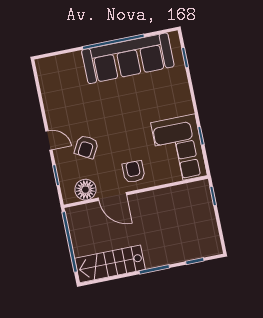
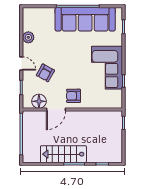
plant: (51, 101) -> (28, 37), added
corner sofa: (179, 149) -> (107, 68), moved
armchair: (134, 172) -> (74, 96), turned -90
door: (112, 196) -> (56, 109), hinge flipped
stairs: (110, 264) -> (63, 154), moved

